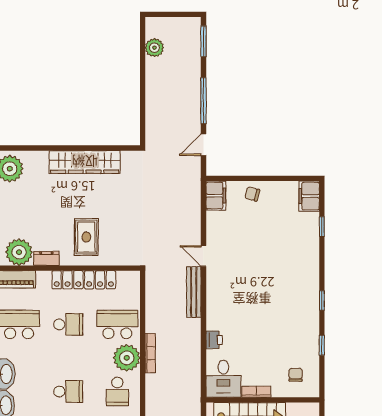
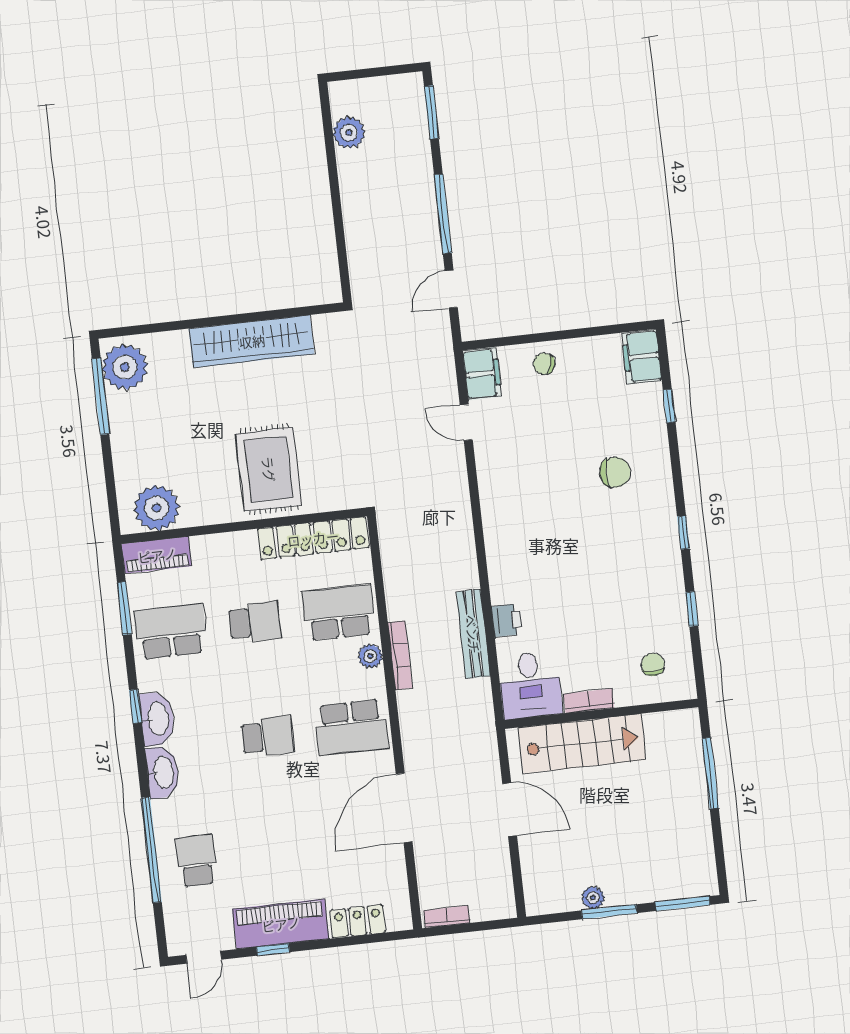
rug: (86, 237) -> (269, 469), width x1.36, depth x1.43
door: (203, 256) -> (466, 422), moved
dresser: (46, 258) -> (205, 513), removed
chair: (286, 261) -> (615, 472), added
locker: (84, 280) -> (313, 538), moved
bench: (194, 292) -> (473, 634), moved
plant: (127, 358) -> (370, 656), width x0.53, depth x0.53
school desk: (117, 391) -> (351, 727), width x1.85

